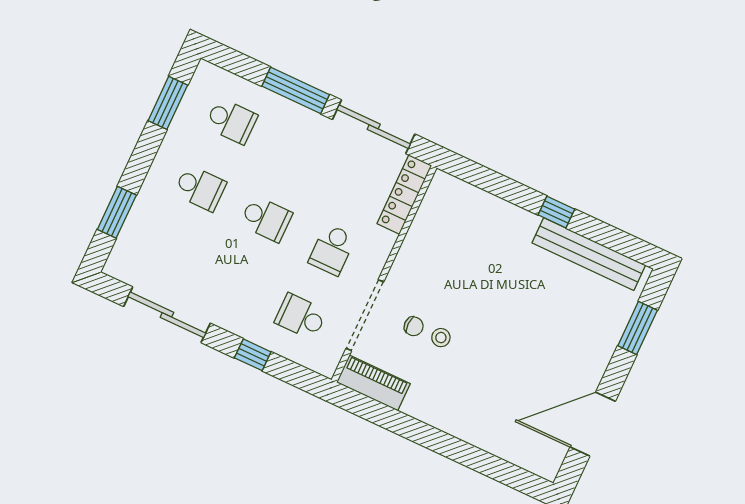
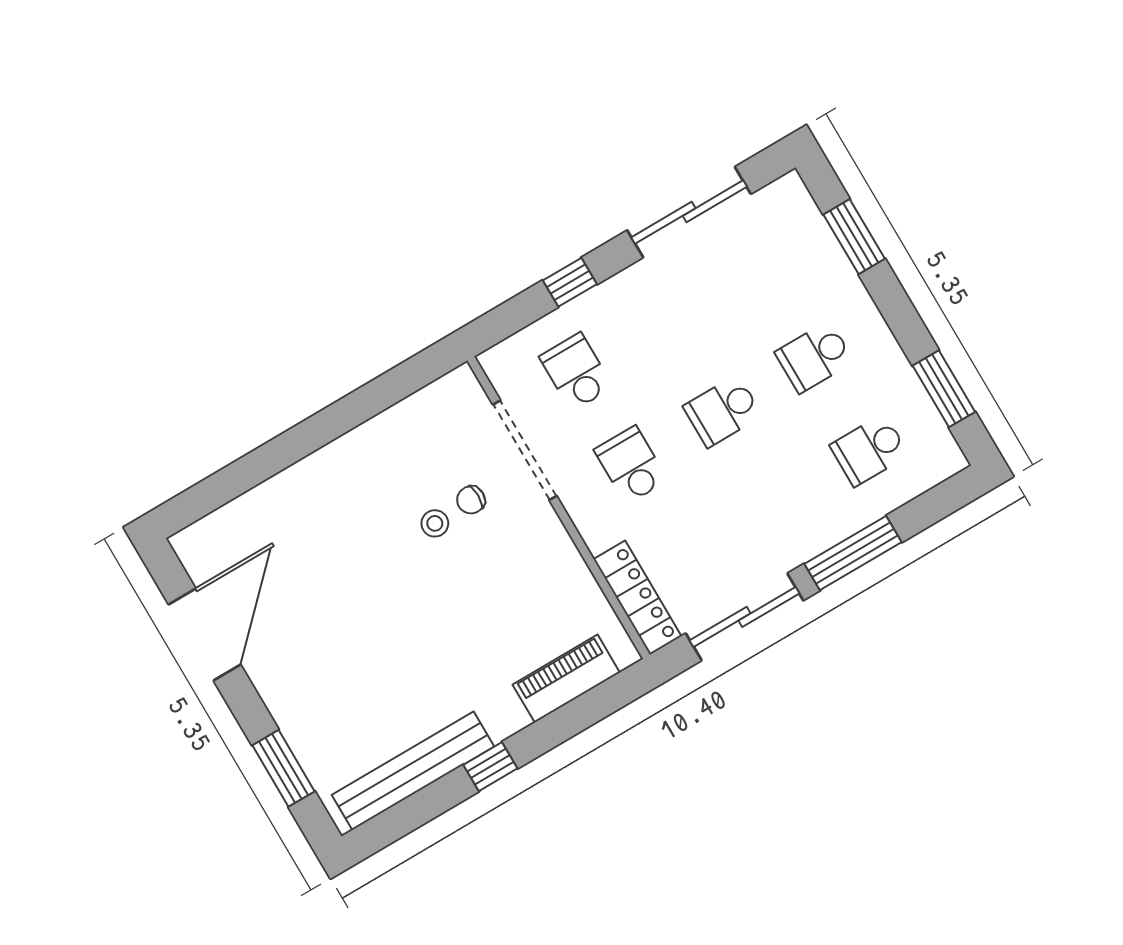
school desk: (301, 317) -> (576, 372), turned -90
piano: (373, 383) -> (566, 679), moved, turned 180

